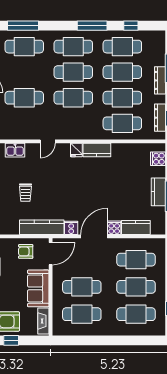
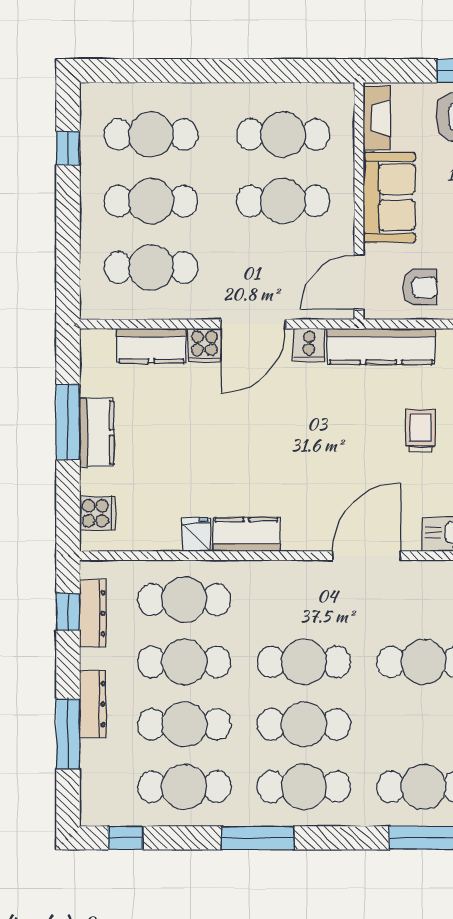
window: (131, 26) -> (125, 838), moved
door: (48, 141) -> (367, 556), width x1.88
fridge: (76, 150) -> (196, 535), moved

